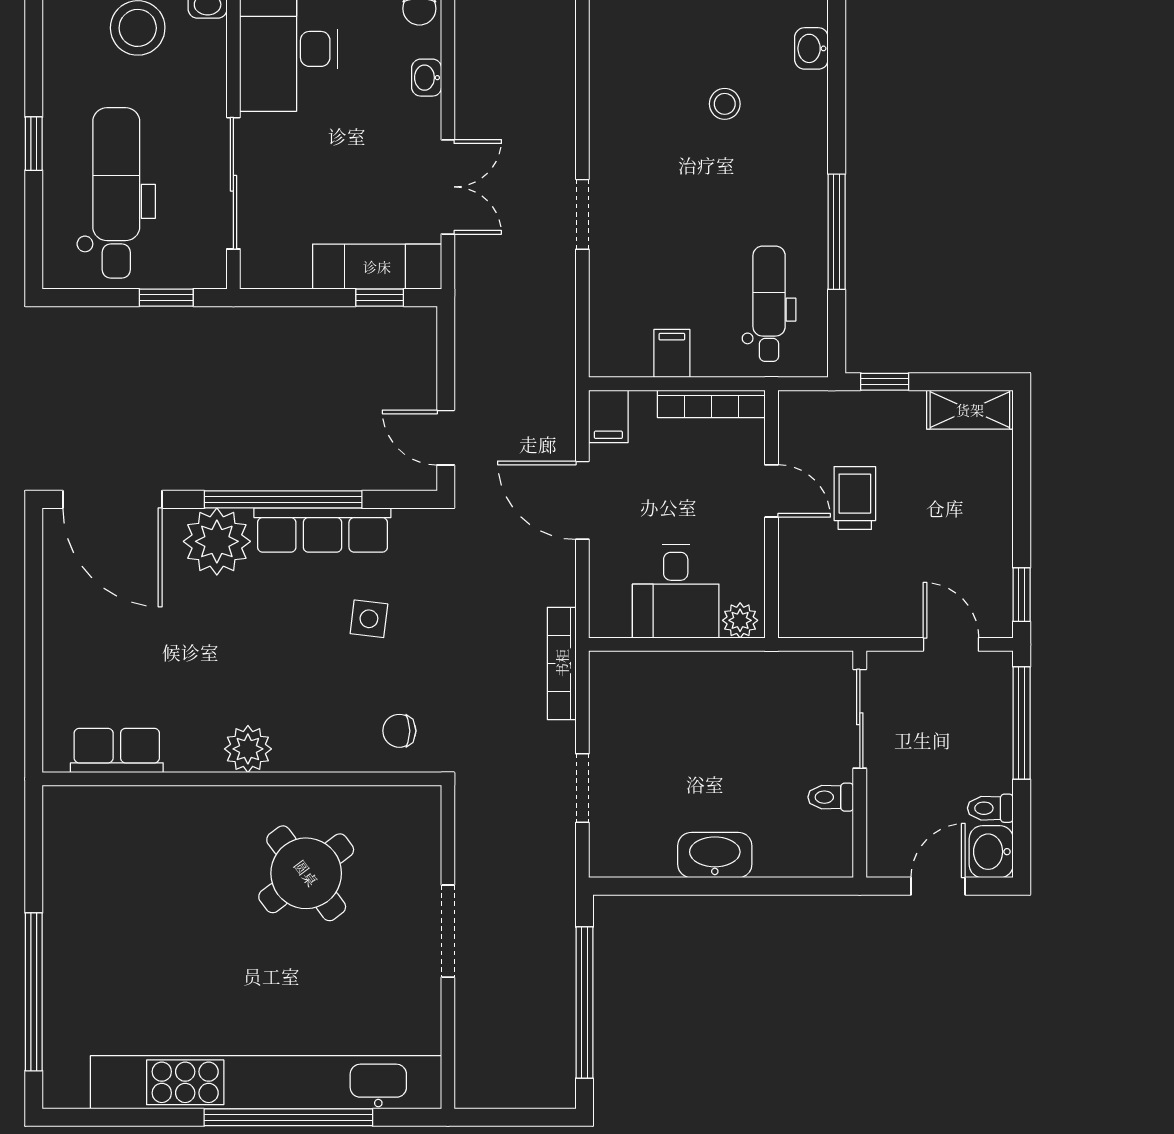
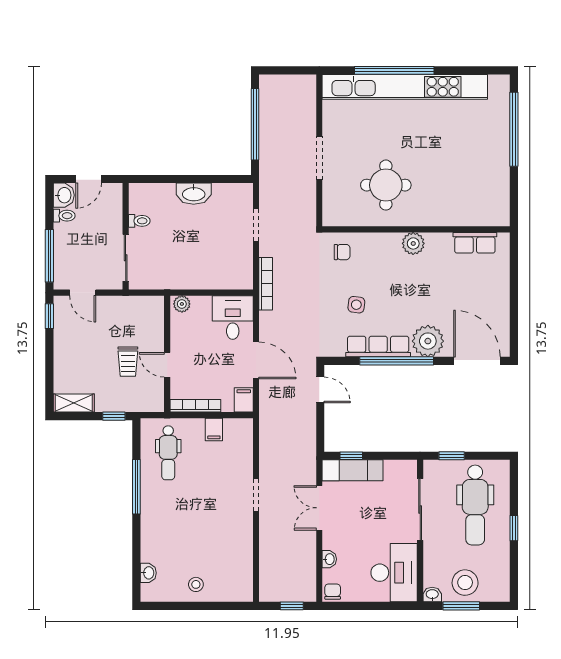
stool: (725, 104) -> (196, 584), moved
desk: (676, 592) -> (233, 318), moved
round table: (306, 873) -> (386, 185), turned 37

